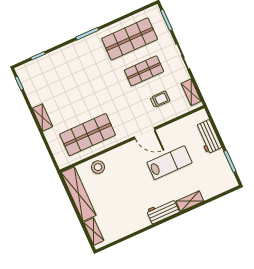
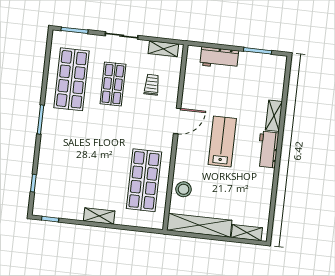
lab bench: (169, 163) -> (222, 141), moved

